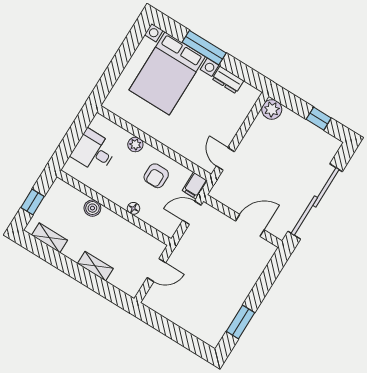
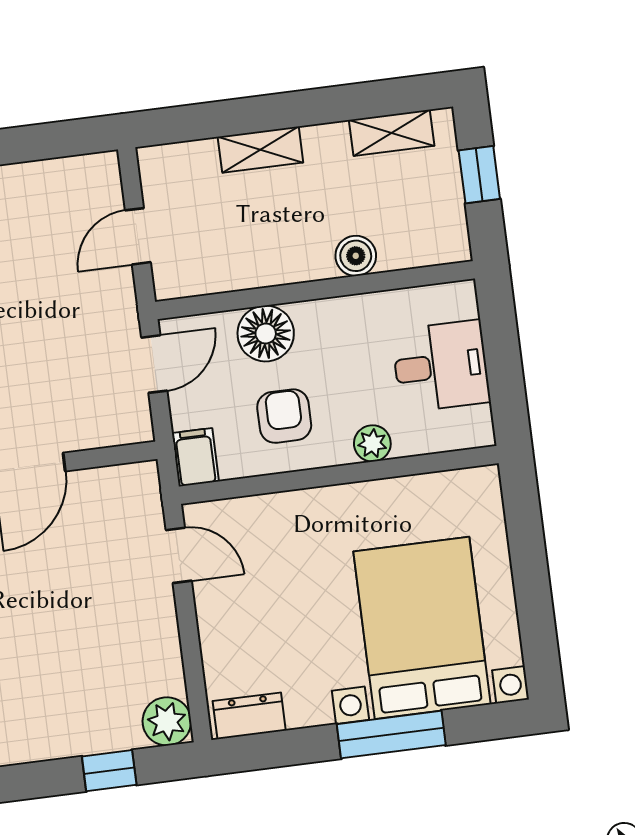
dresser: (228, 80) -> (249, 716), moved
window: (319, 119) -> (109, 771), moved
floor lamp: (133, 208) -> (266, 334), width x1.89, depth x1.89
door: (192, 213) -> (154, 364), moved

